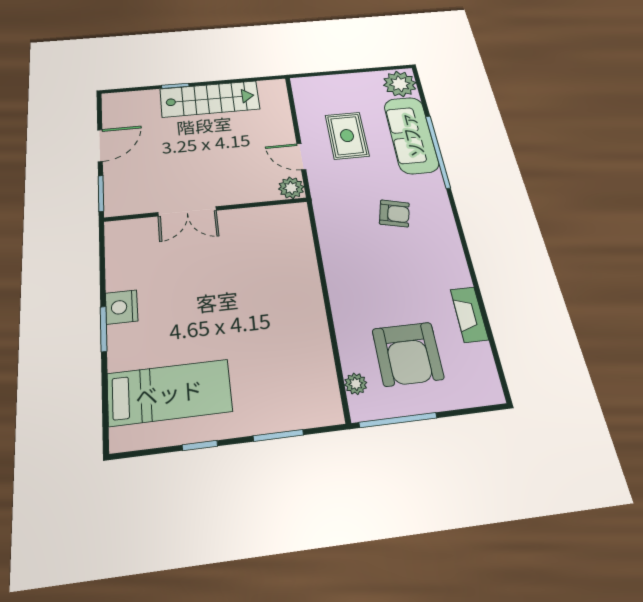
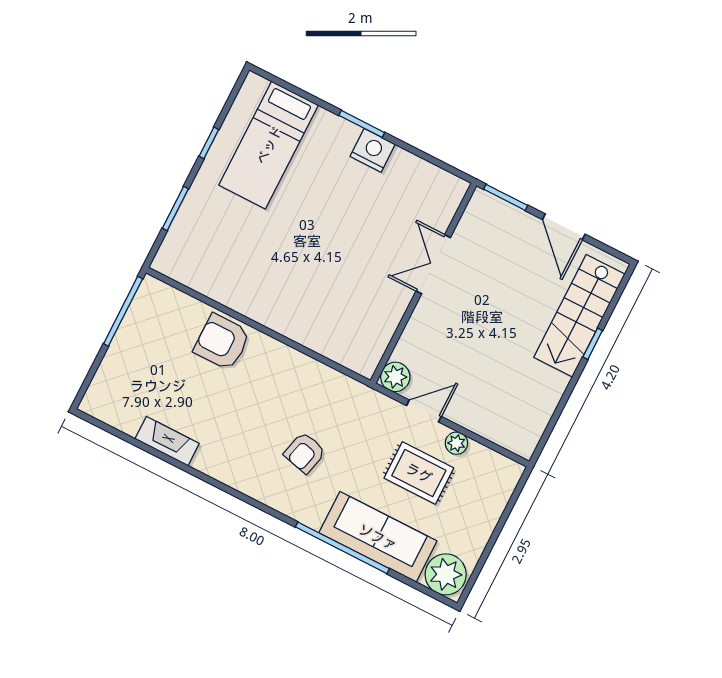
stairs: (210, 99) -> (579, 316), moved
armchair: (408, 354) -> (222, 342), moved, width x0.73, depth x0.73
plant: (356, 384) -> (456, 443), moved

